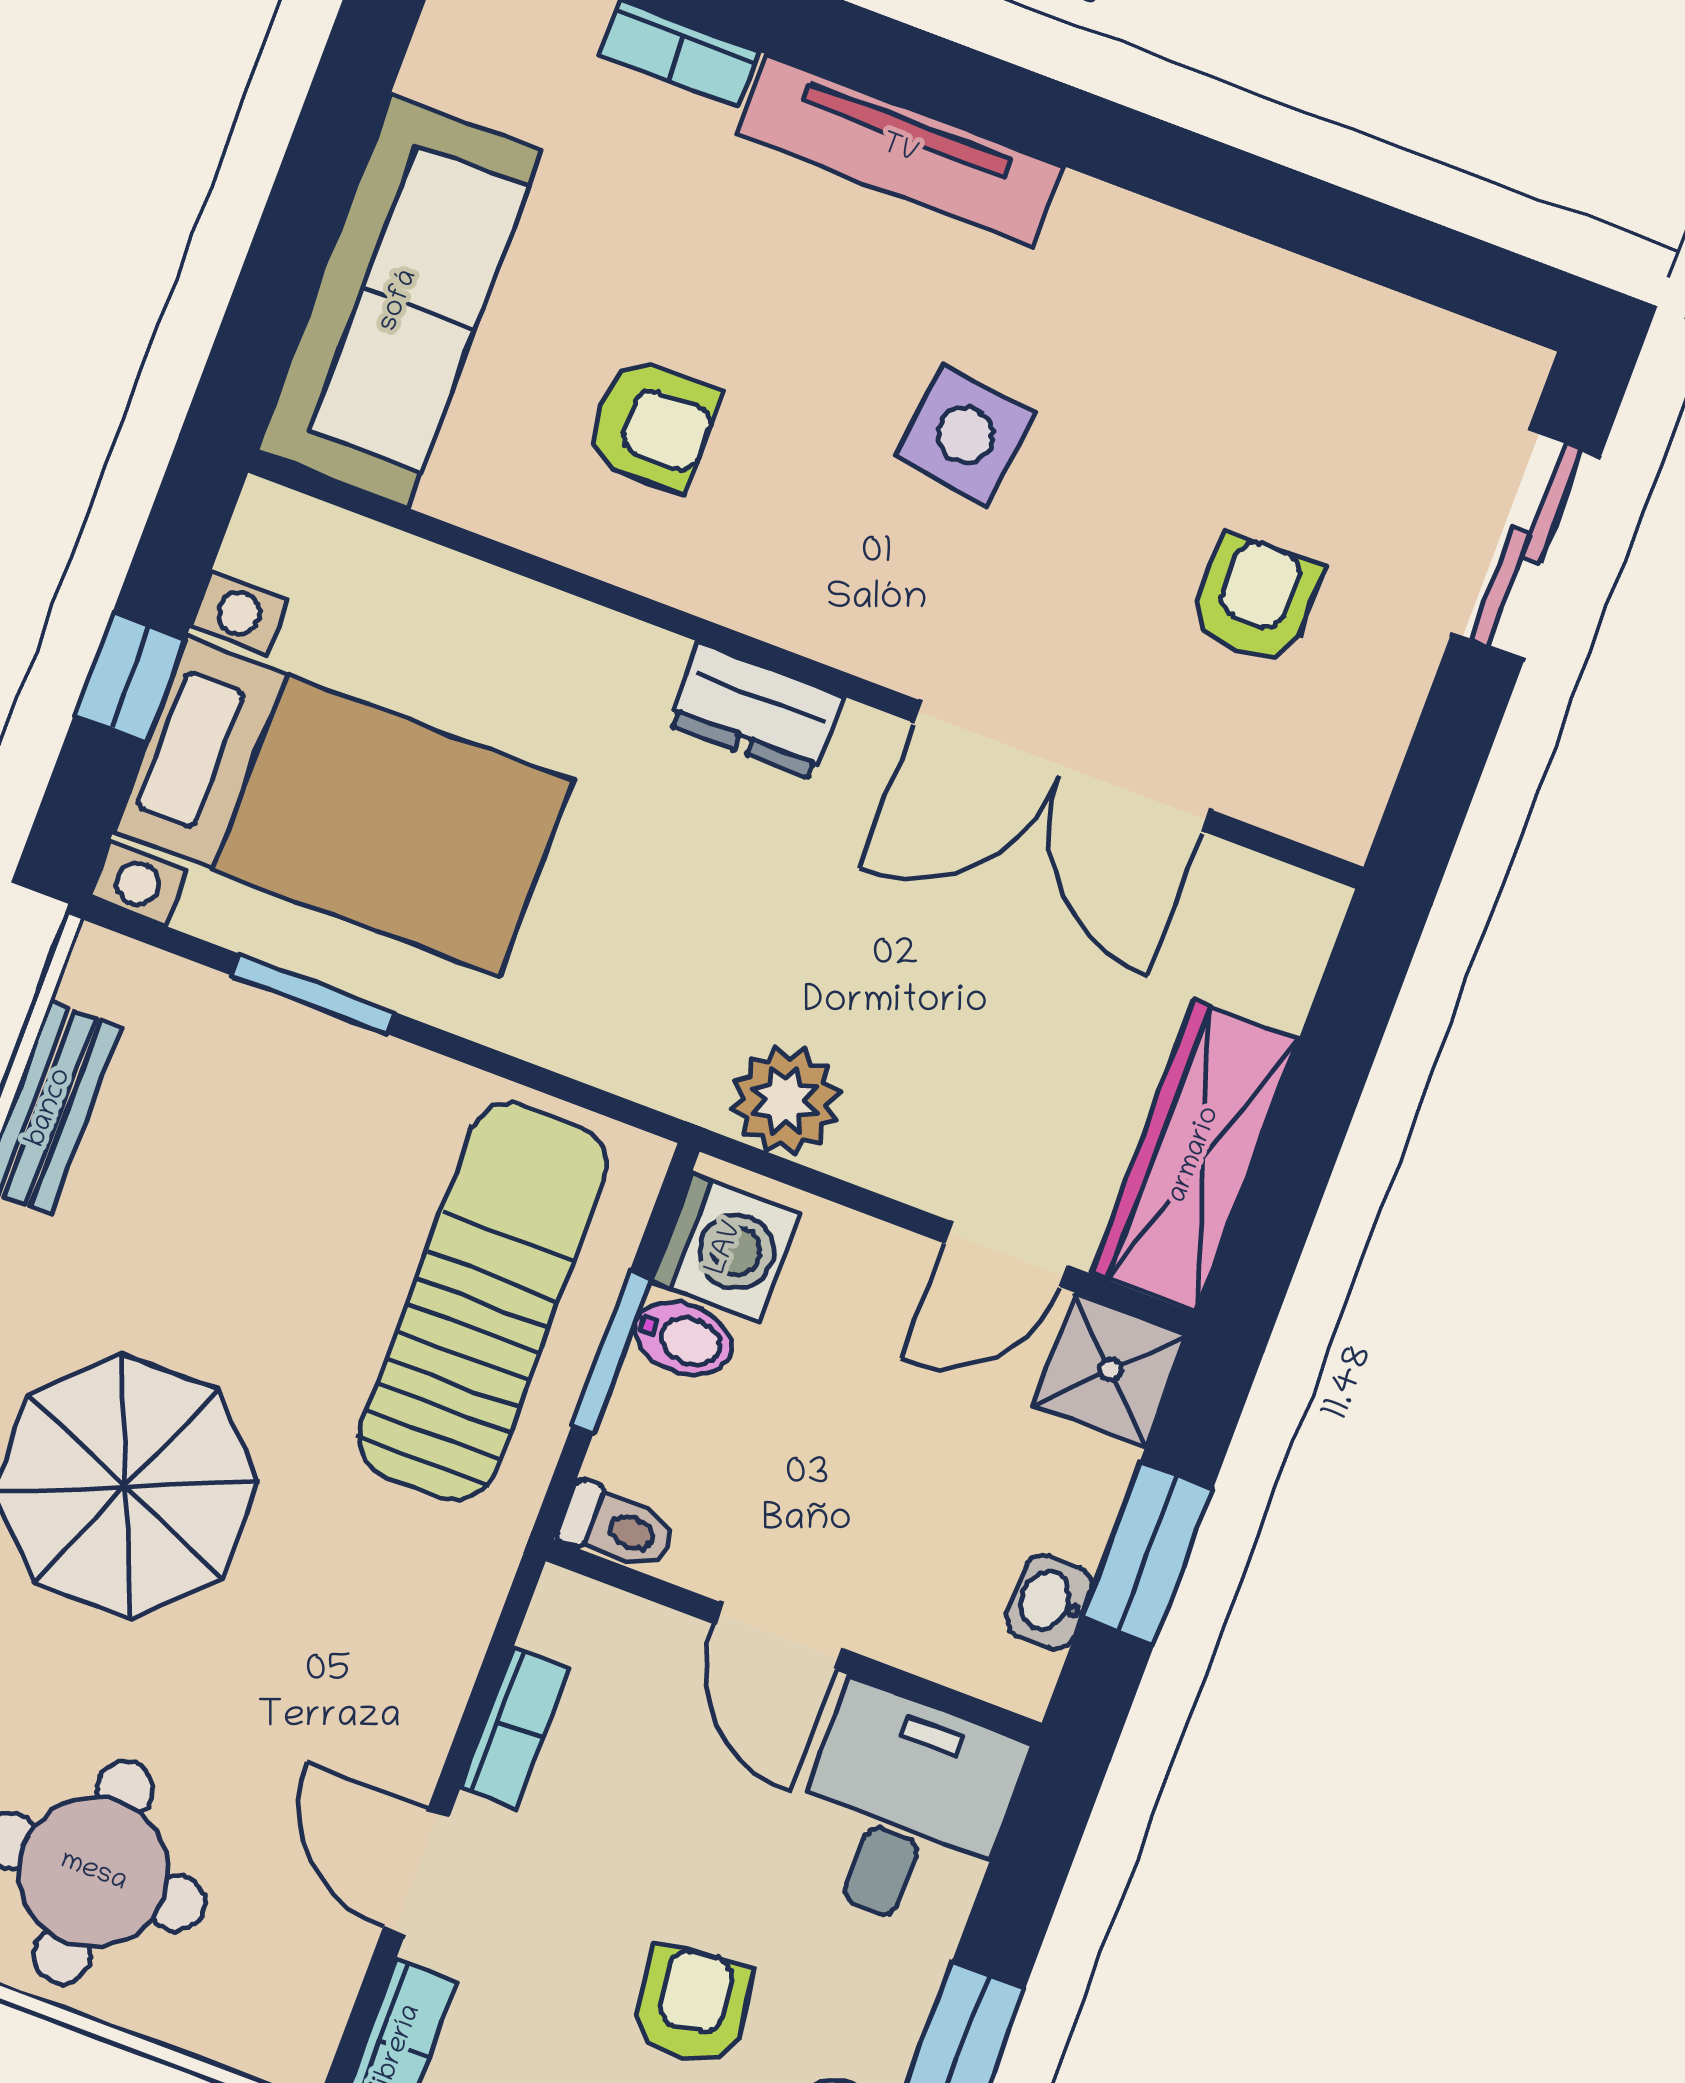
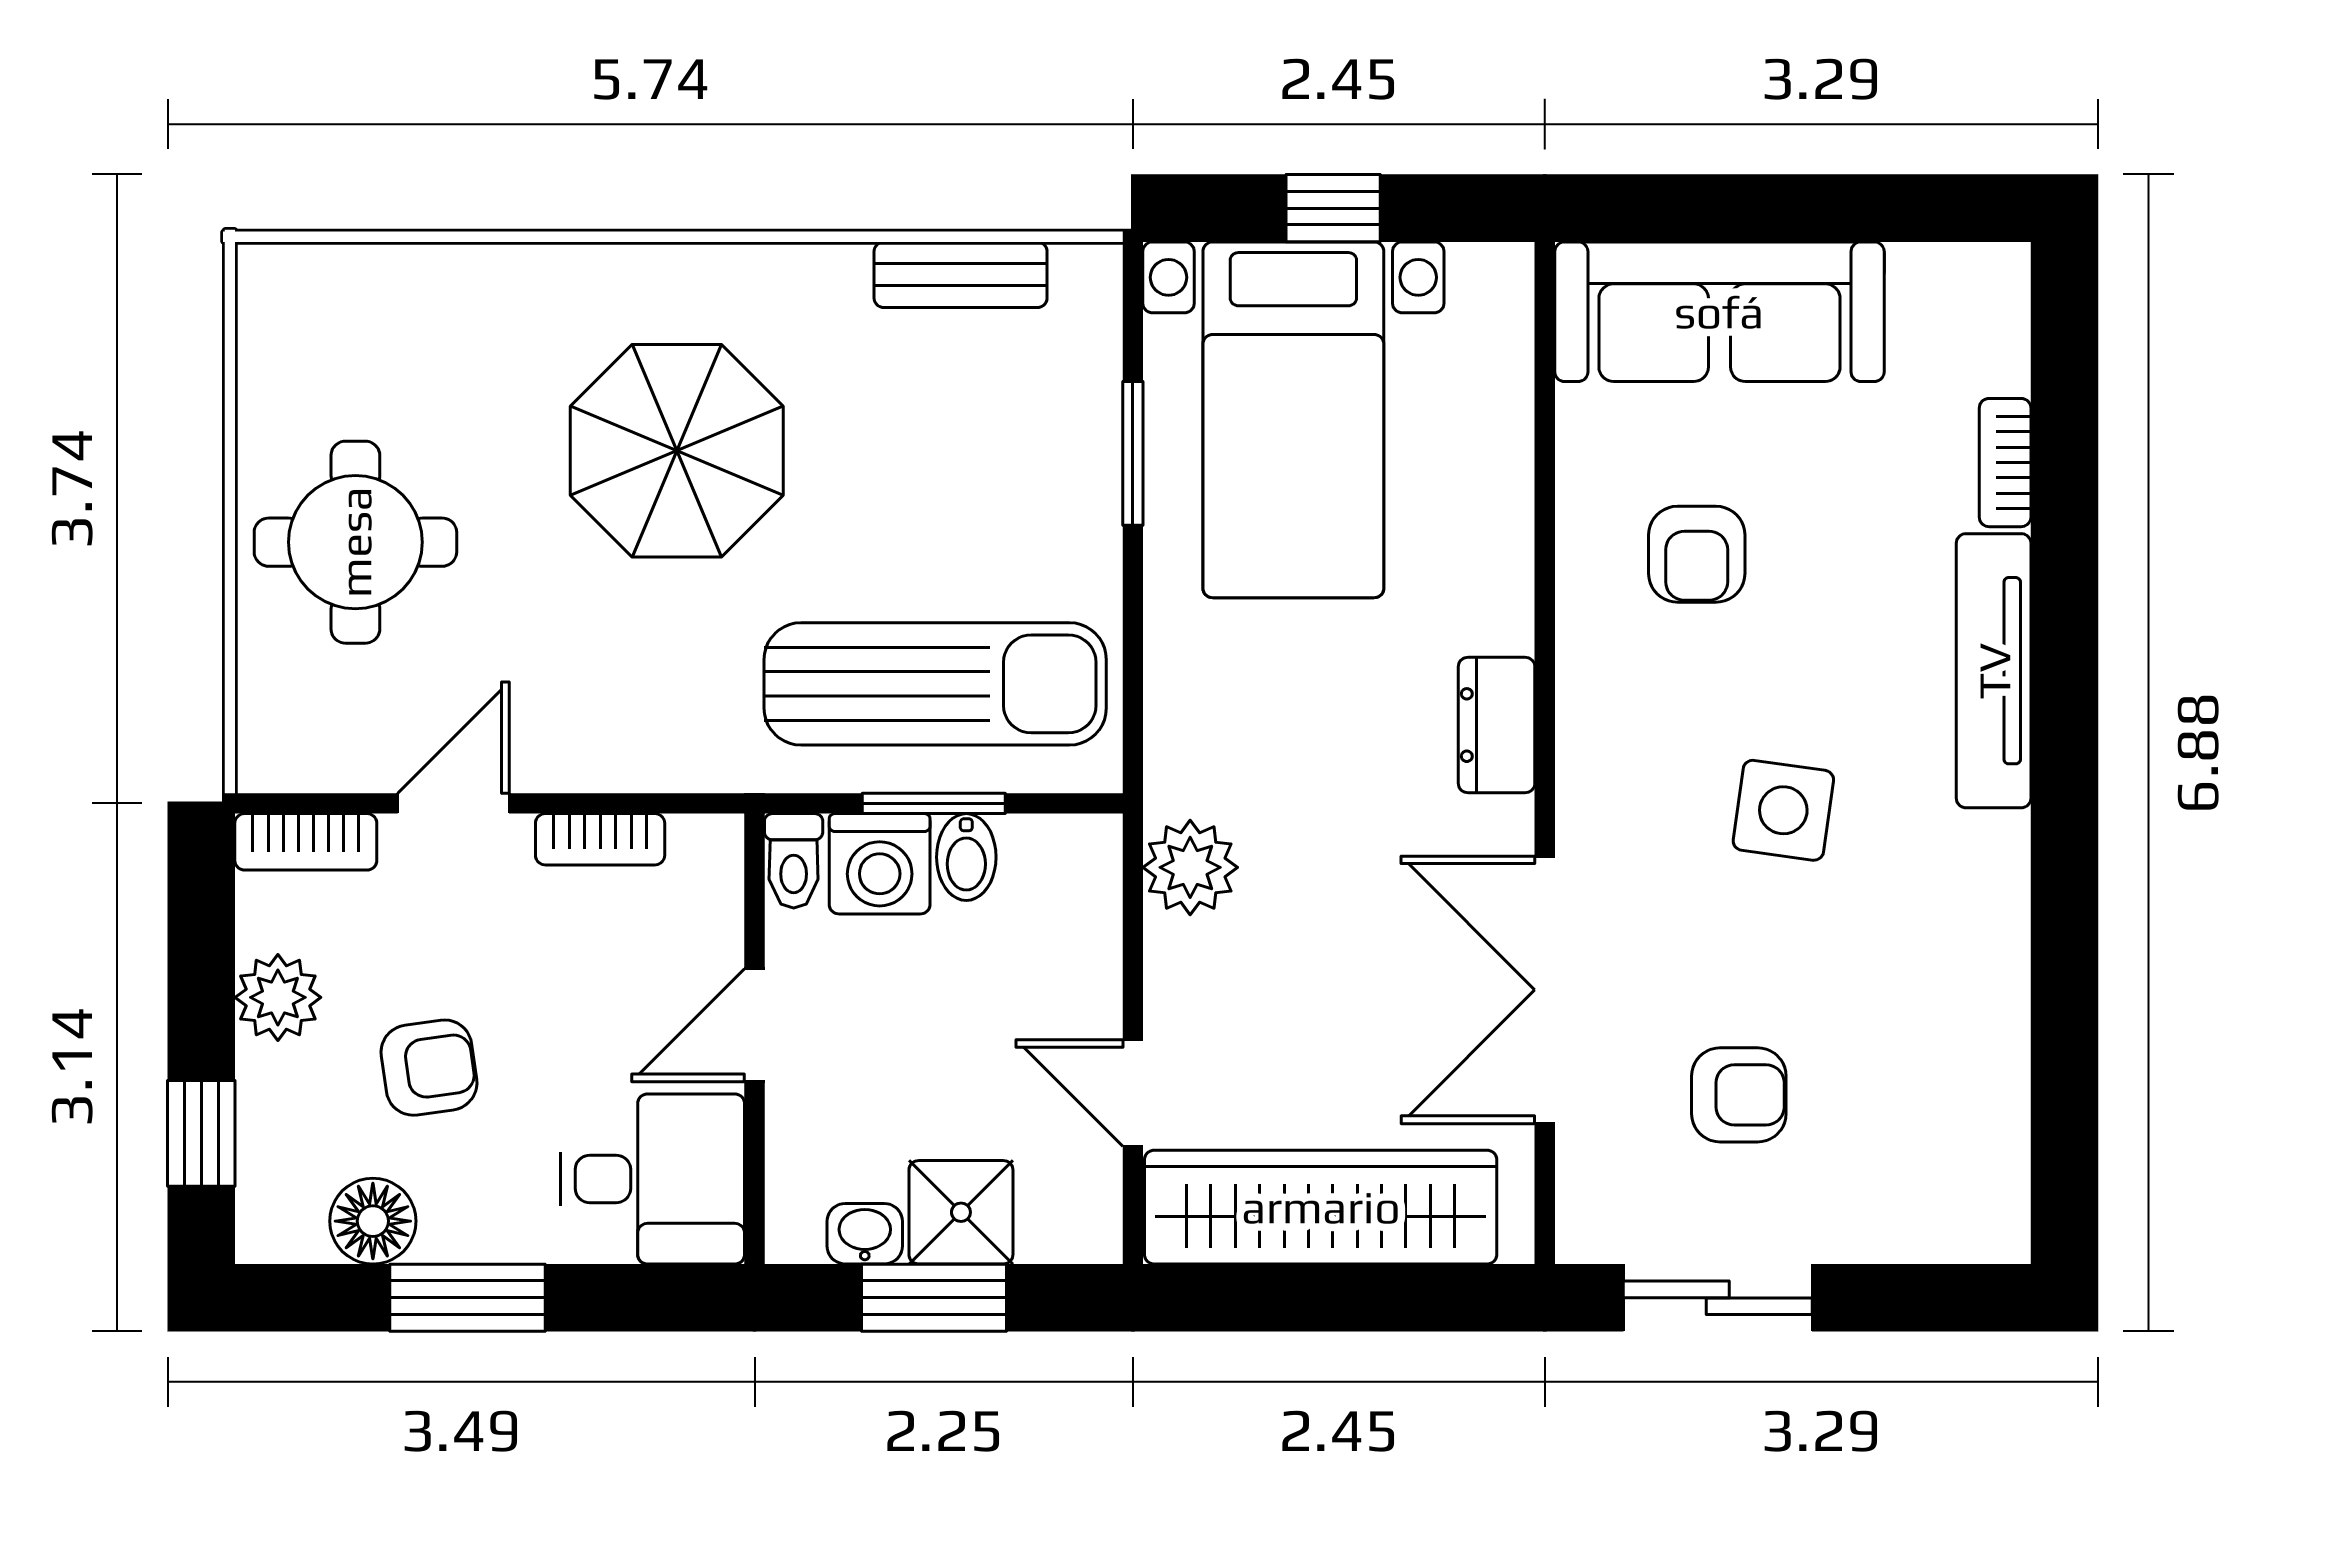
sliding door: (1526, 545) -> (1718, 1298), moved
wardrobe: (1195, 1155) -> (1321, 1207), width x1.40, depth x1.17
washing machine: (726, 1248) -> (880, 864), moved
shower: (1110, 1370) -> (961, 1212), moved

